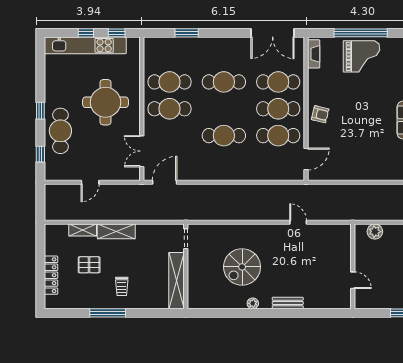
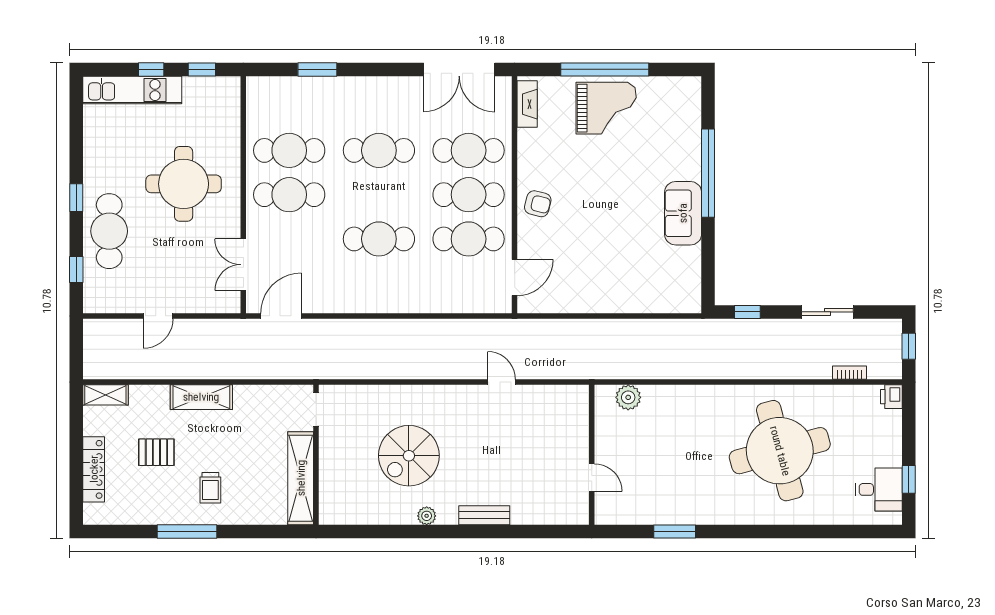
kitchen unit: (85, 45) -> (132, 90), width x0.73
shelving: (83, 230) -> (105, 395), moved

